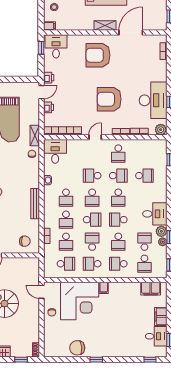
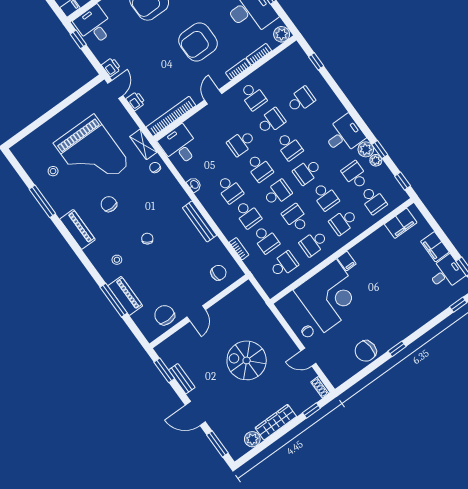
door: (42, 292) -> (308, 357), moved

